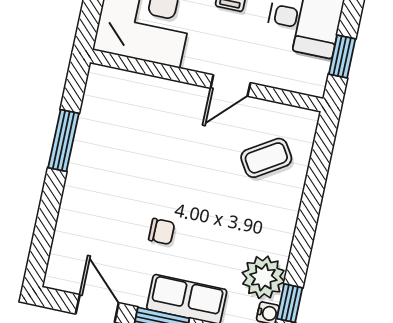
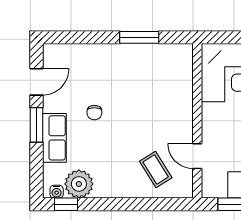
door: (230, 86) -> (197, 156), moved

